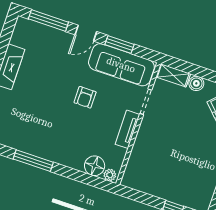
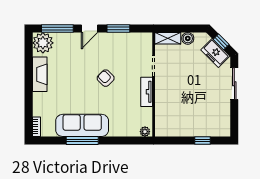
plant: (26, 31) -> (43, 43), added
sofa: (121, 65) -> (82, 125), moved, turned 180
armchair: (85, 97) -> (106, 78), turned 135
floor lamp: (95, 166) -> (131, 128), removed

